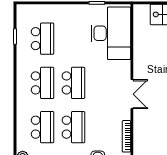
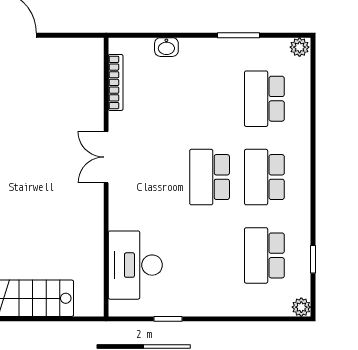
plant: (22, 9) -> (301, 307), added
desk: (111, 33) -> (135, 265), width x0.73, depth x0.77
school desk: (73, 127) -> (210, 99), removed

